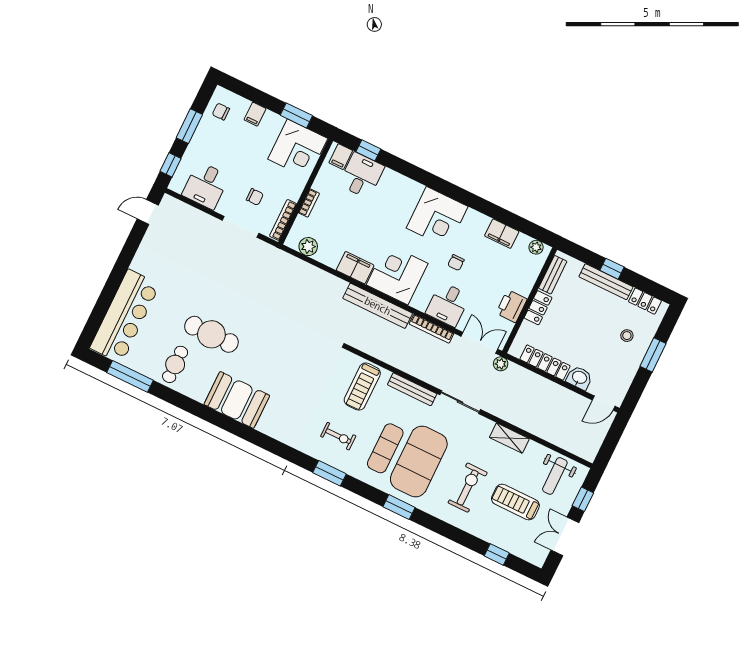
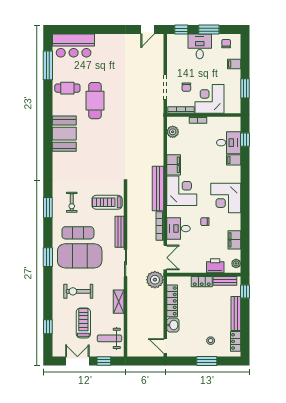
corner desk: (298, 149) -> (209, 99), moved, turned 90
filing cabinet: (341, 157) -> (234, 160), moved
desk: (206, 185) -> (200, 46), moved, turned 90
door: (148, 212) -> (148, 30), swing flipped
window: (612, 269) -> (245, 291), moved
printer: (512, 306) -> (215, 266), moved
bar counter: (125, 316) -> (74, 46), width x0.73
plant: (501, 364) -> (155, 280), width x1.88, depth x1.88
exercise bike: (468, 488) -> (78, 291), turned 180

